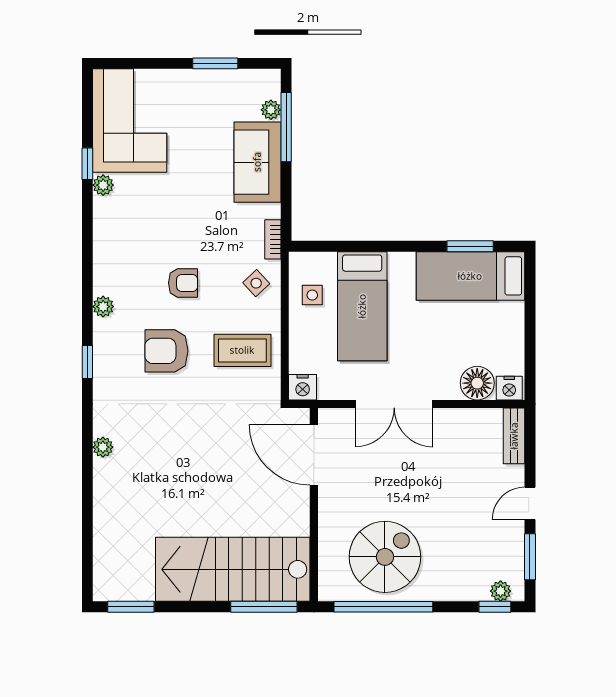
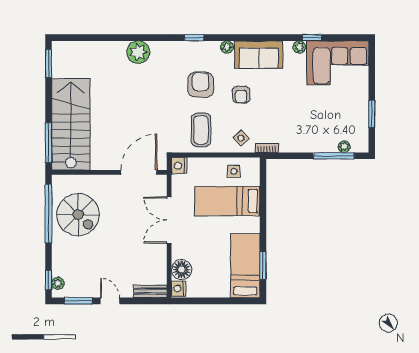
sofa: (257, 162) -> (259, 55), moved, turned 180
plant: (103, 447) -> (138, 52), width x1.88, depth x1.88

